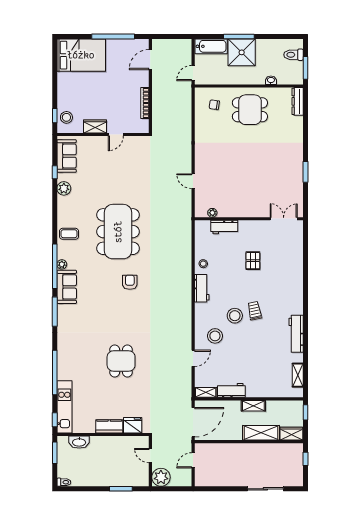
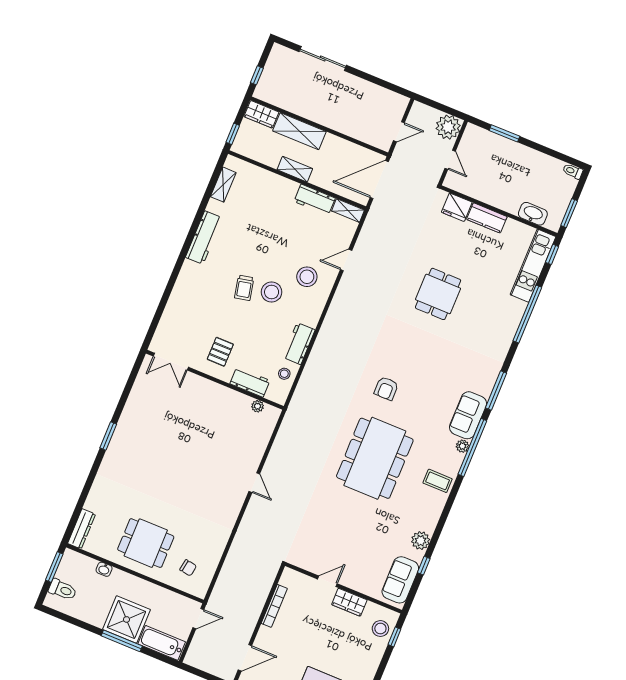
plant: (212, 213) -> (258, 406), moved
wall: (249, 219) -> (215, 380), moved
double door: (284, 219) -> (171, 362), moved
workbench: (224, 227) -> (250, 382), moved

